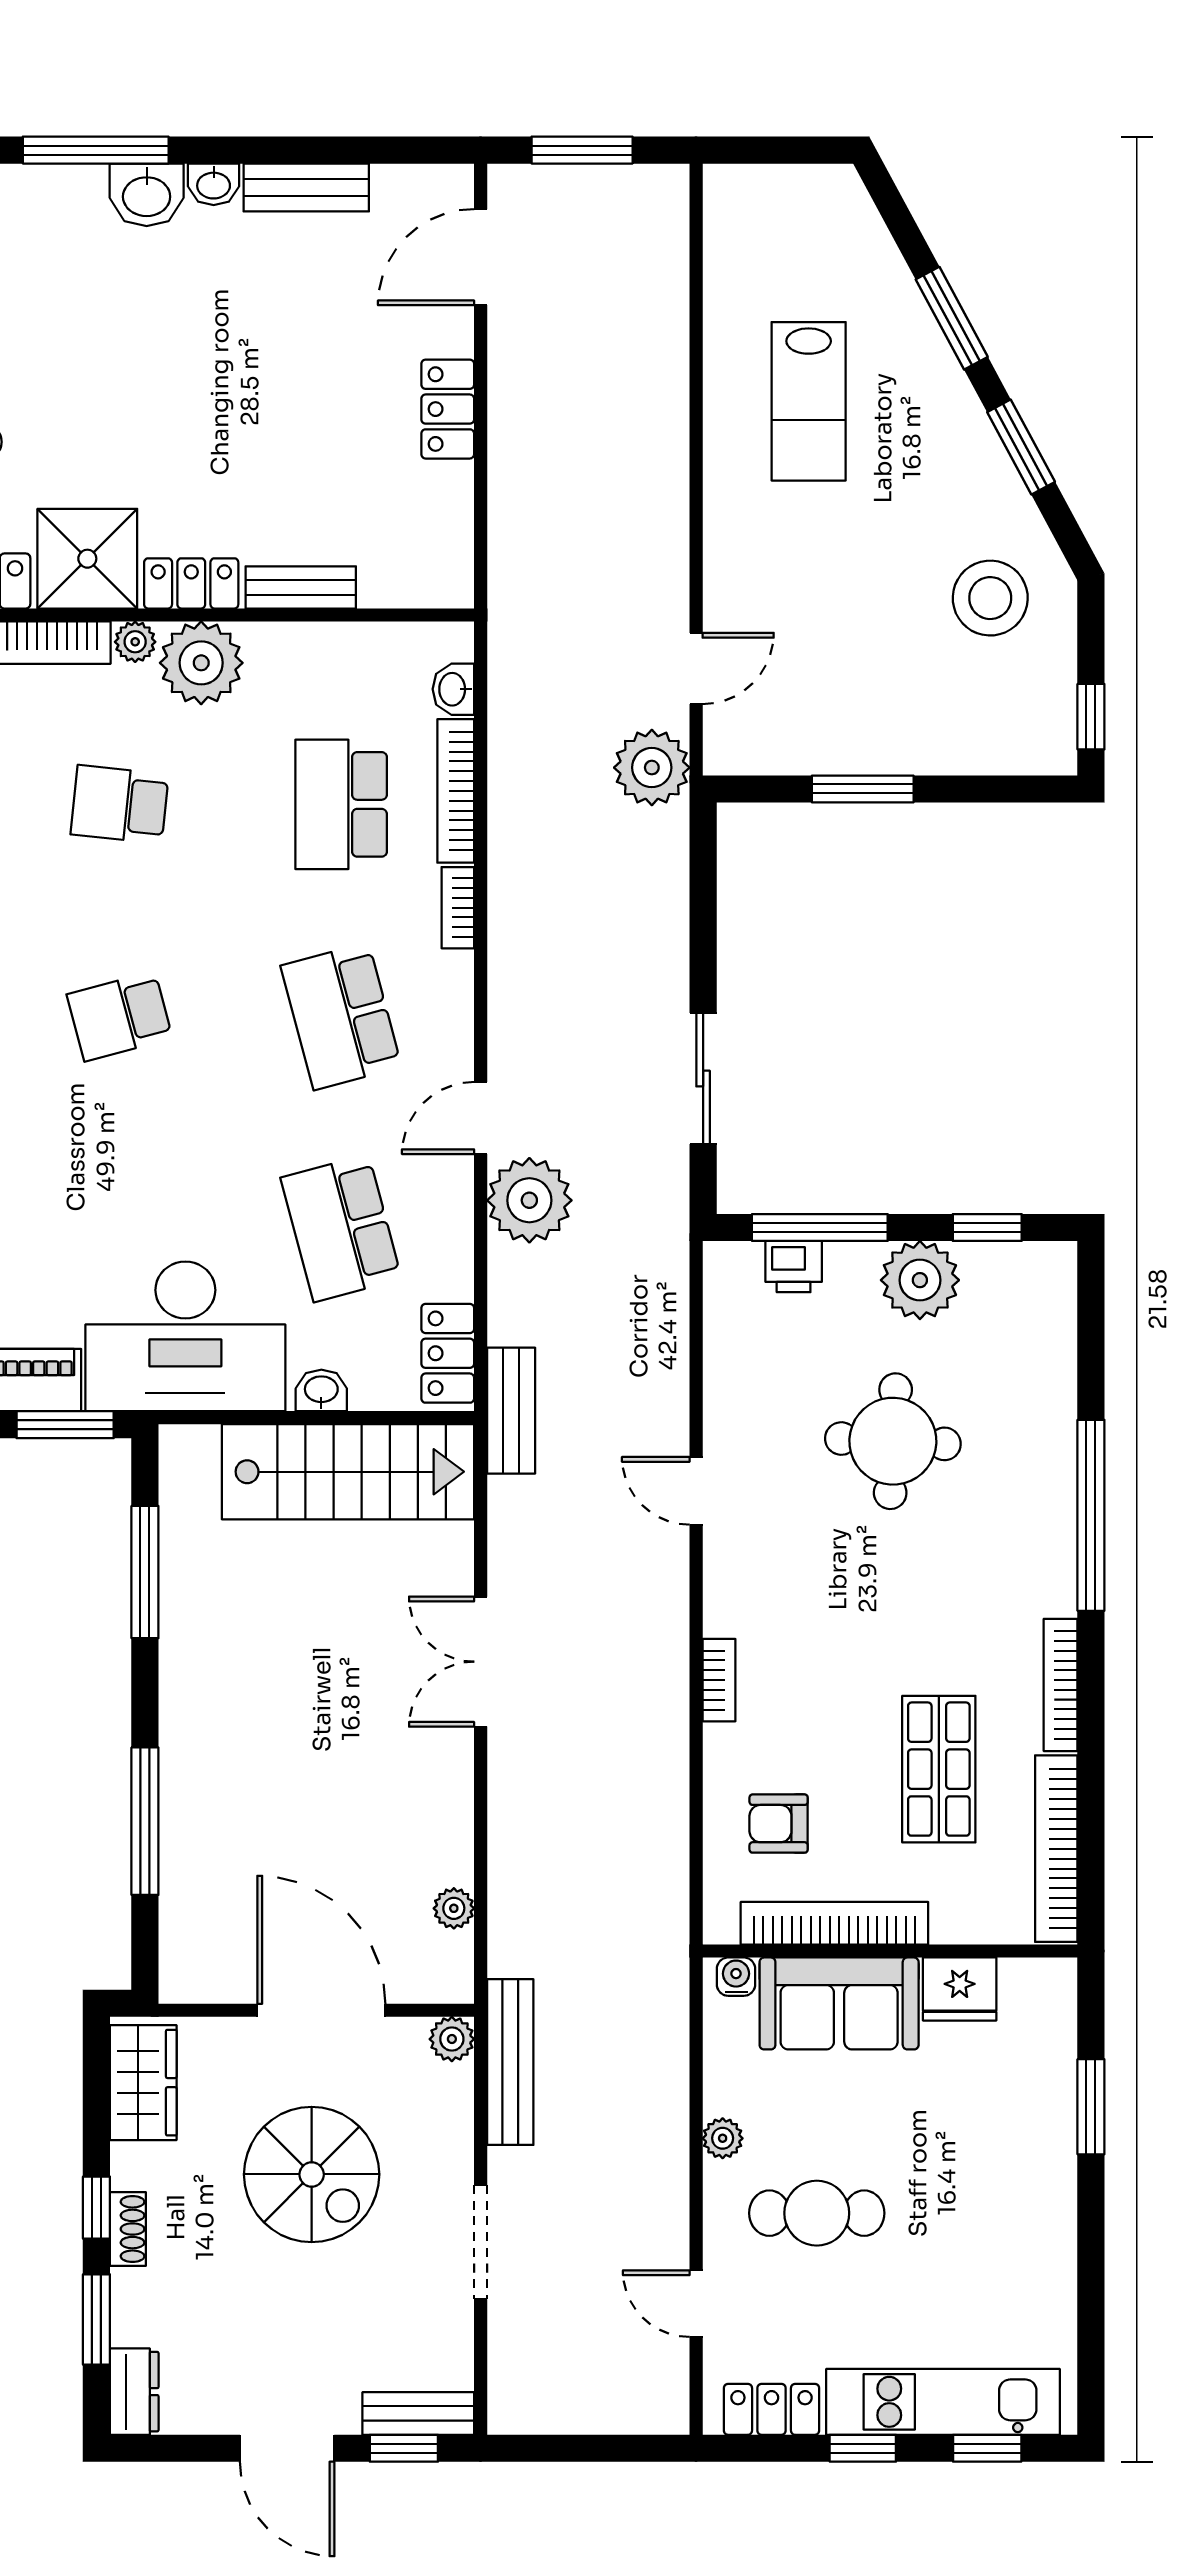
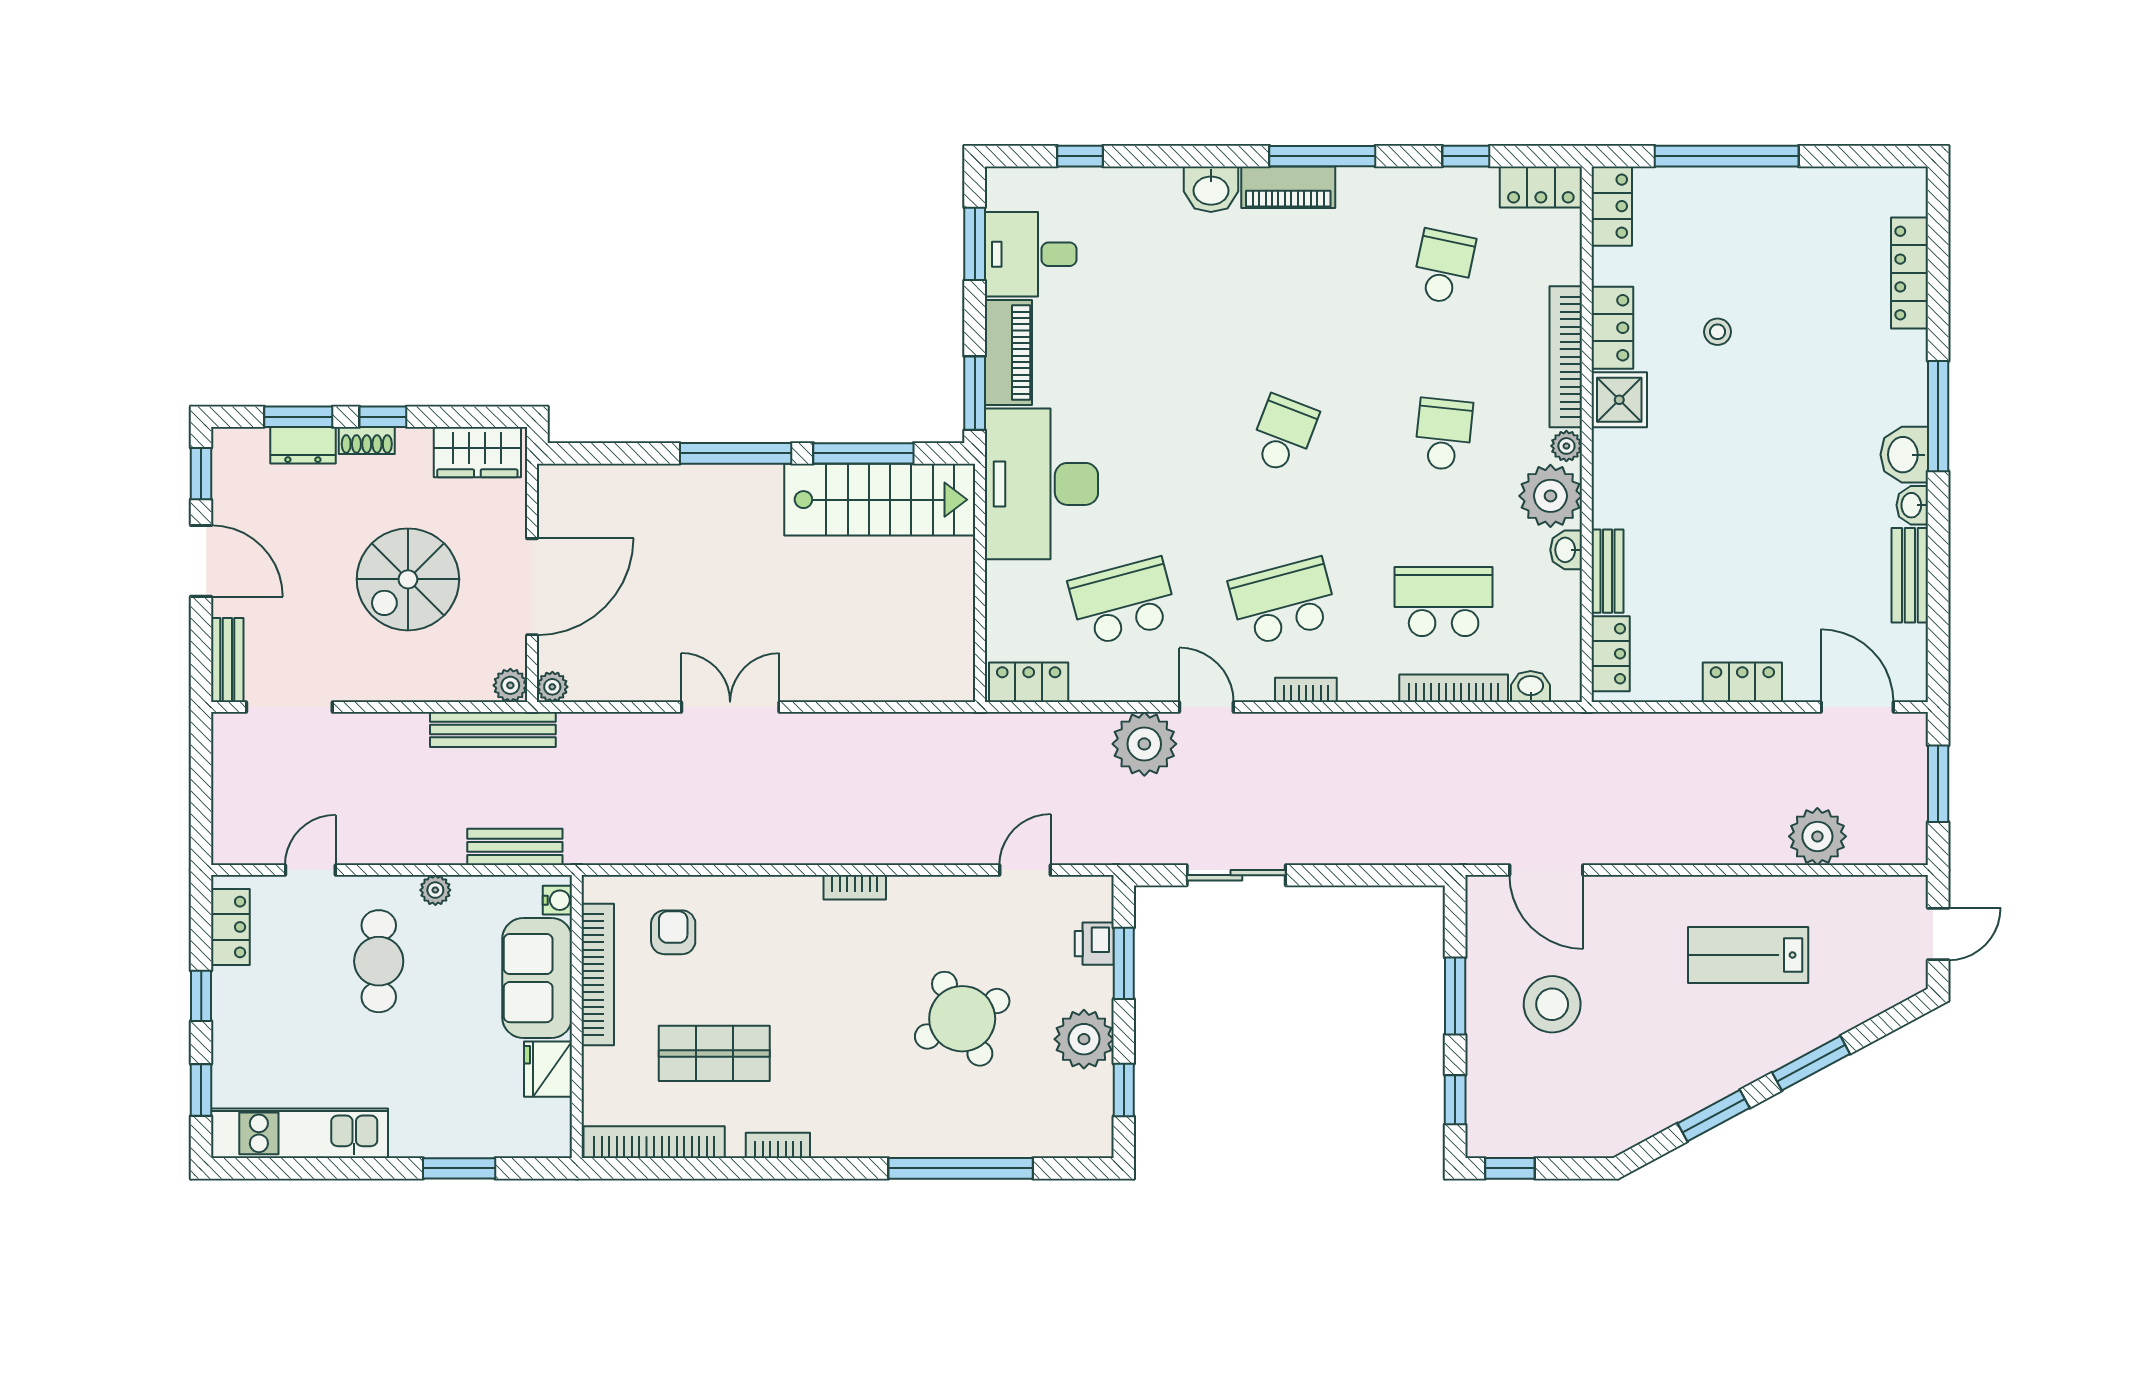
door: (781, 150) -> (1938, 934), added
shower: (87, 559) -> (1619, 400), width x0.73, depth x0.73
locker: (191, 583) -> (1611, 654), moved
stool: (990, 598) -> (1552, 1004), moved
door: (696, 668) -> (1546, 870), width x1.38
plant: (652, 768) -> (1817, 836), moved
window: (1000, 789) -> (1455, 1100), added
bookcase: (458, 908) -> (1306, 690), moved
school desk: (120, 1016) -> (1283, 434), turned 36
window: (820, 1228) -> (1124, 963), width x0.69
washbasin: (321, 1390) -> (1566, 550), moved, turned 180
bench: (511, 1411) -> (515, 847), moved
round table: (893, 1441) -> (962, 1019), turned -30
stairs: (348, 1472) -> (880, 500), moved, turned -90
door: (696, 1491) -> (1025, 870), moved
window: (1091, 1515) -> (961, 1168), moved
double door: (481, 1662) -> (730, 707), moved
bookcase: (719, 1680) -> (855, 887), moved
bookcase: (1061, 1685) -> (778, 1145), width x0.64
window: (145, 1821) -> (736, 453), moved
plant: (454, 1908) -> (552, 687), moved
doorway: (481, 2242) -> (289, 707), moved
dresser: (134, 2392) -> (303, 445), moved
kitchen unit: (943, 2402) -> (300, 1133), moved, turned -90
door: (287, 2448) -> (201, 561), swing flipped
window: (404, 2448) -> (201, 474), moved

